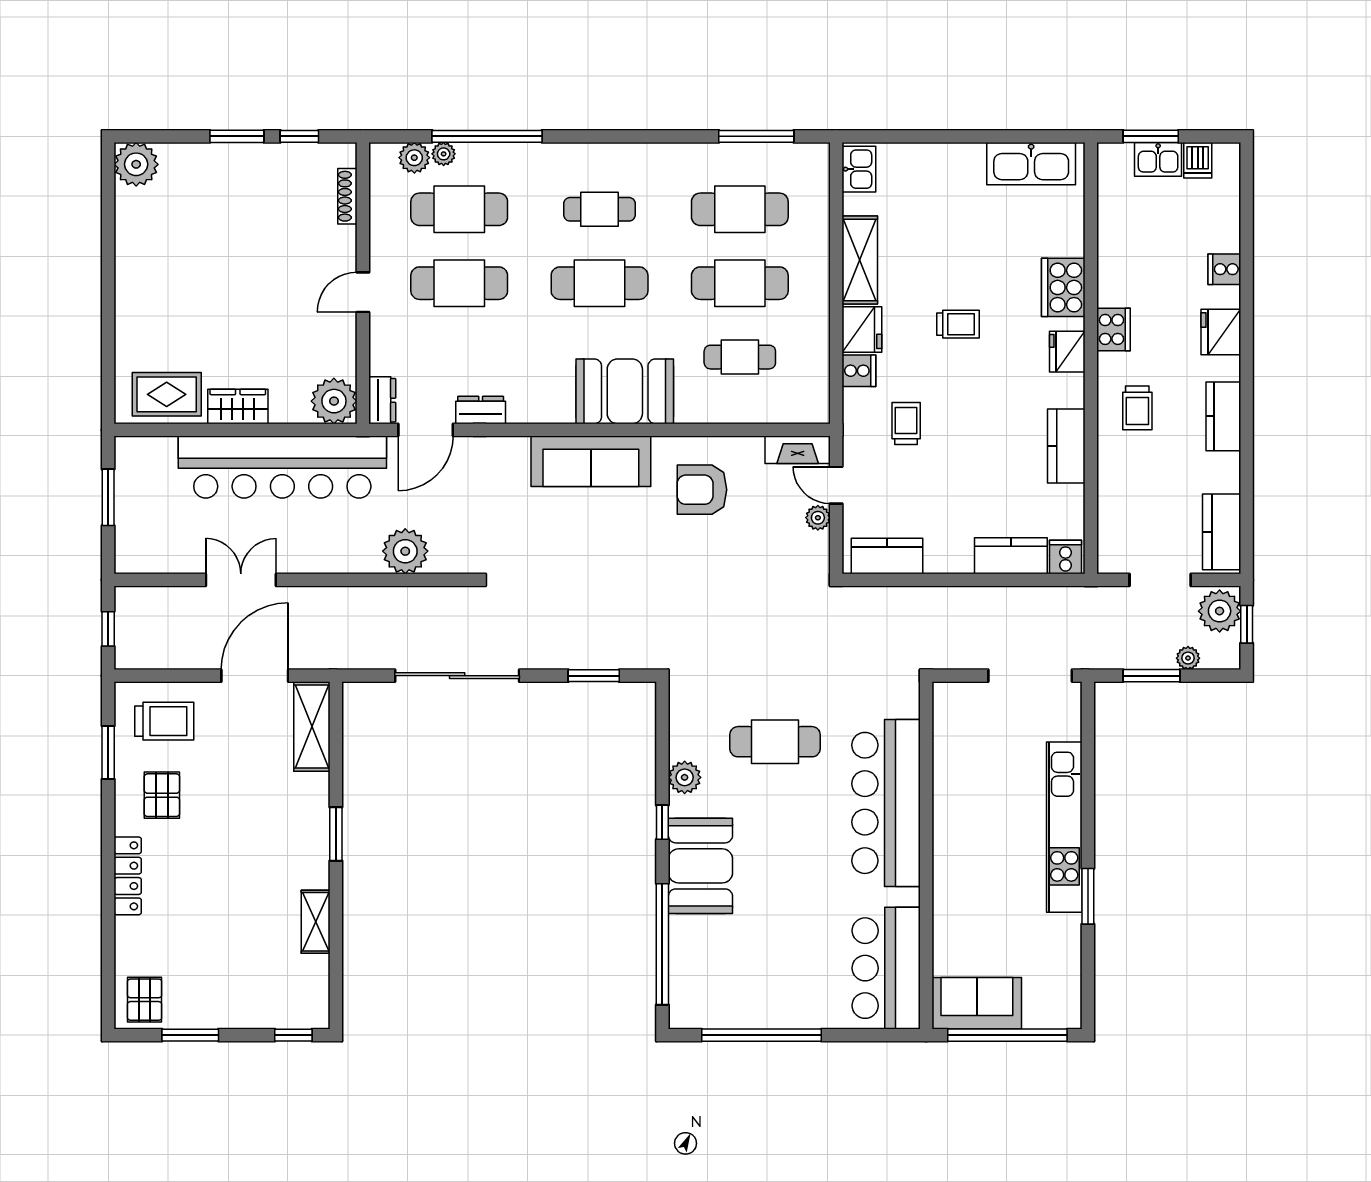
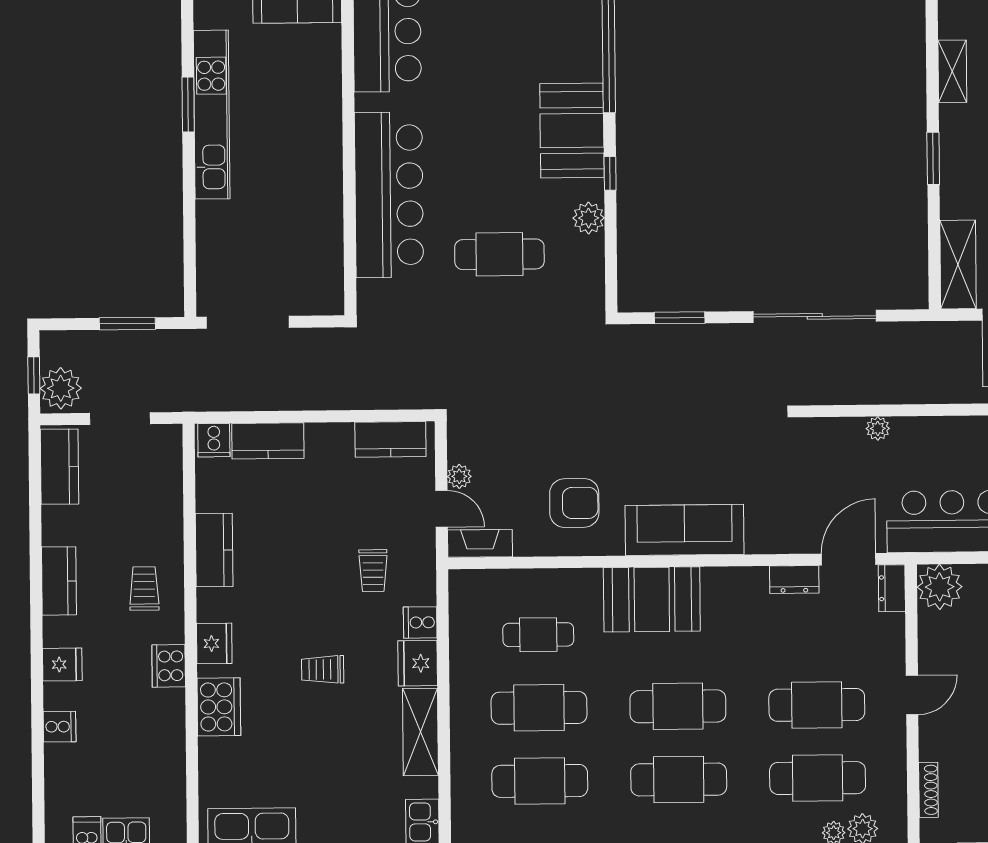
cafe table: (600, 209) -> (679, 779), width x1.37, depth x1.35
fridge: (1221, 332) -> (62, 664), width x0.72
plant: (405, 551) -> (878, 428), width x0.53, depth x0.53
plant: (1188, 658) -> (91, 341), removed
kitchen unit: (1064, 827) -> (212, 115), moved

